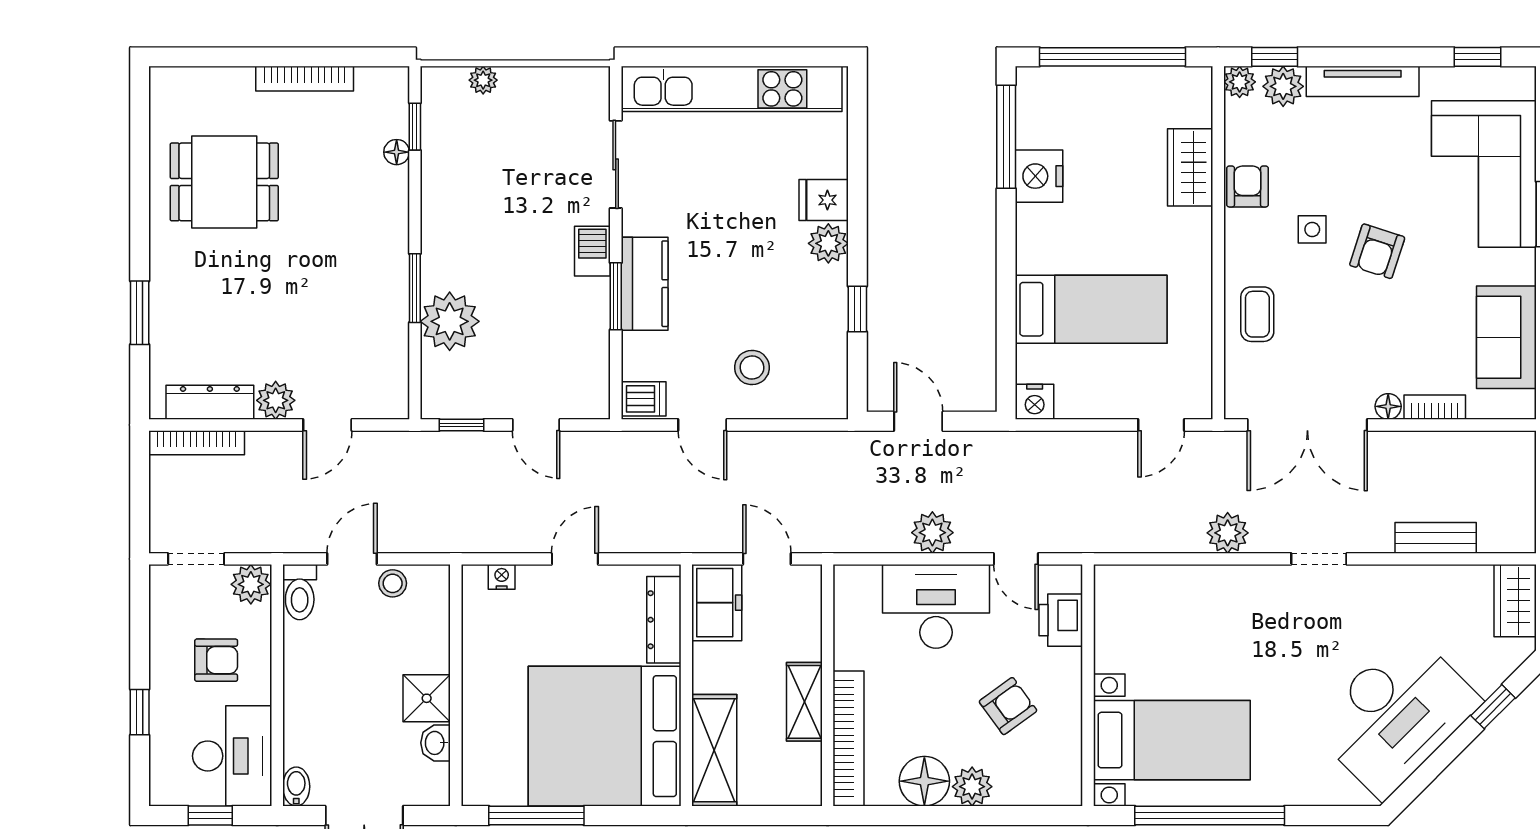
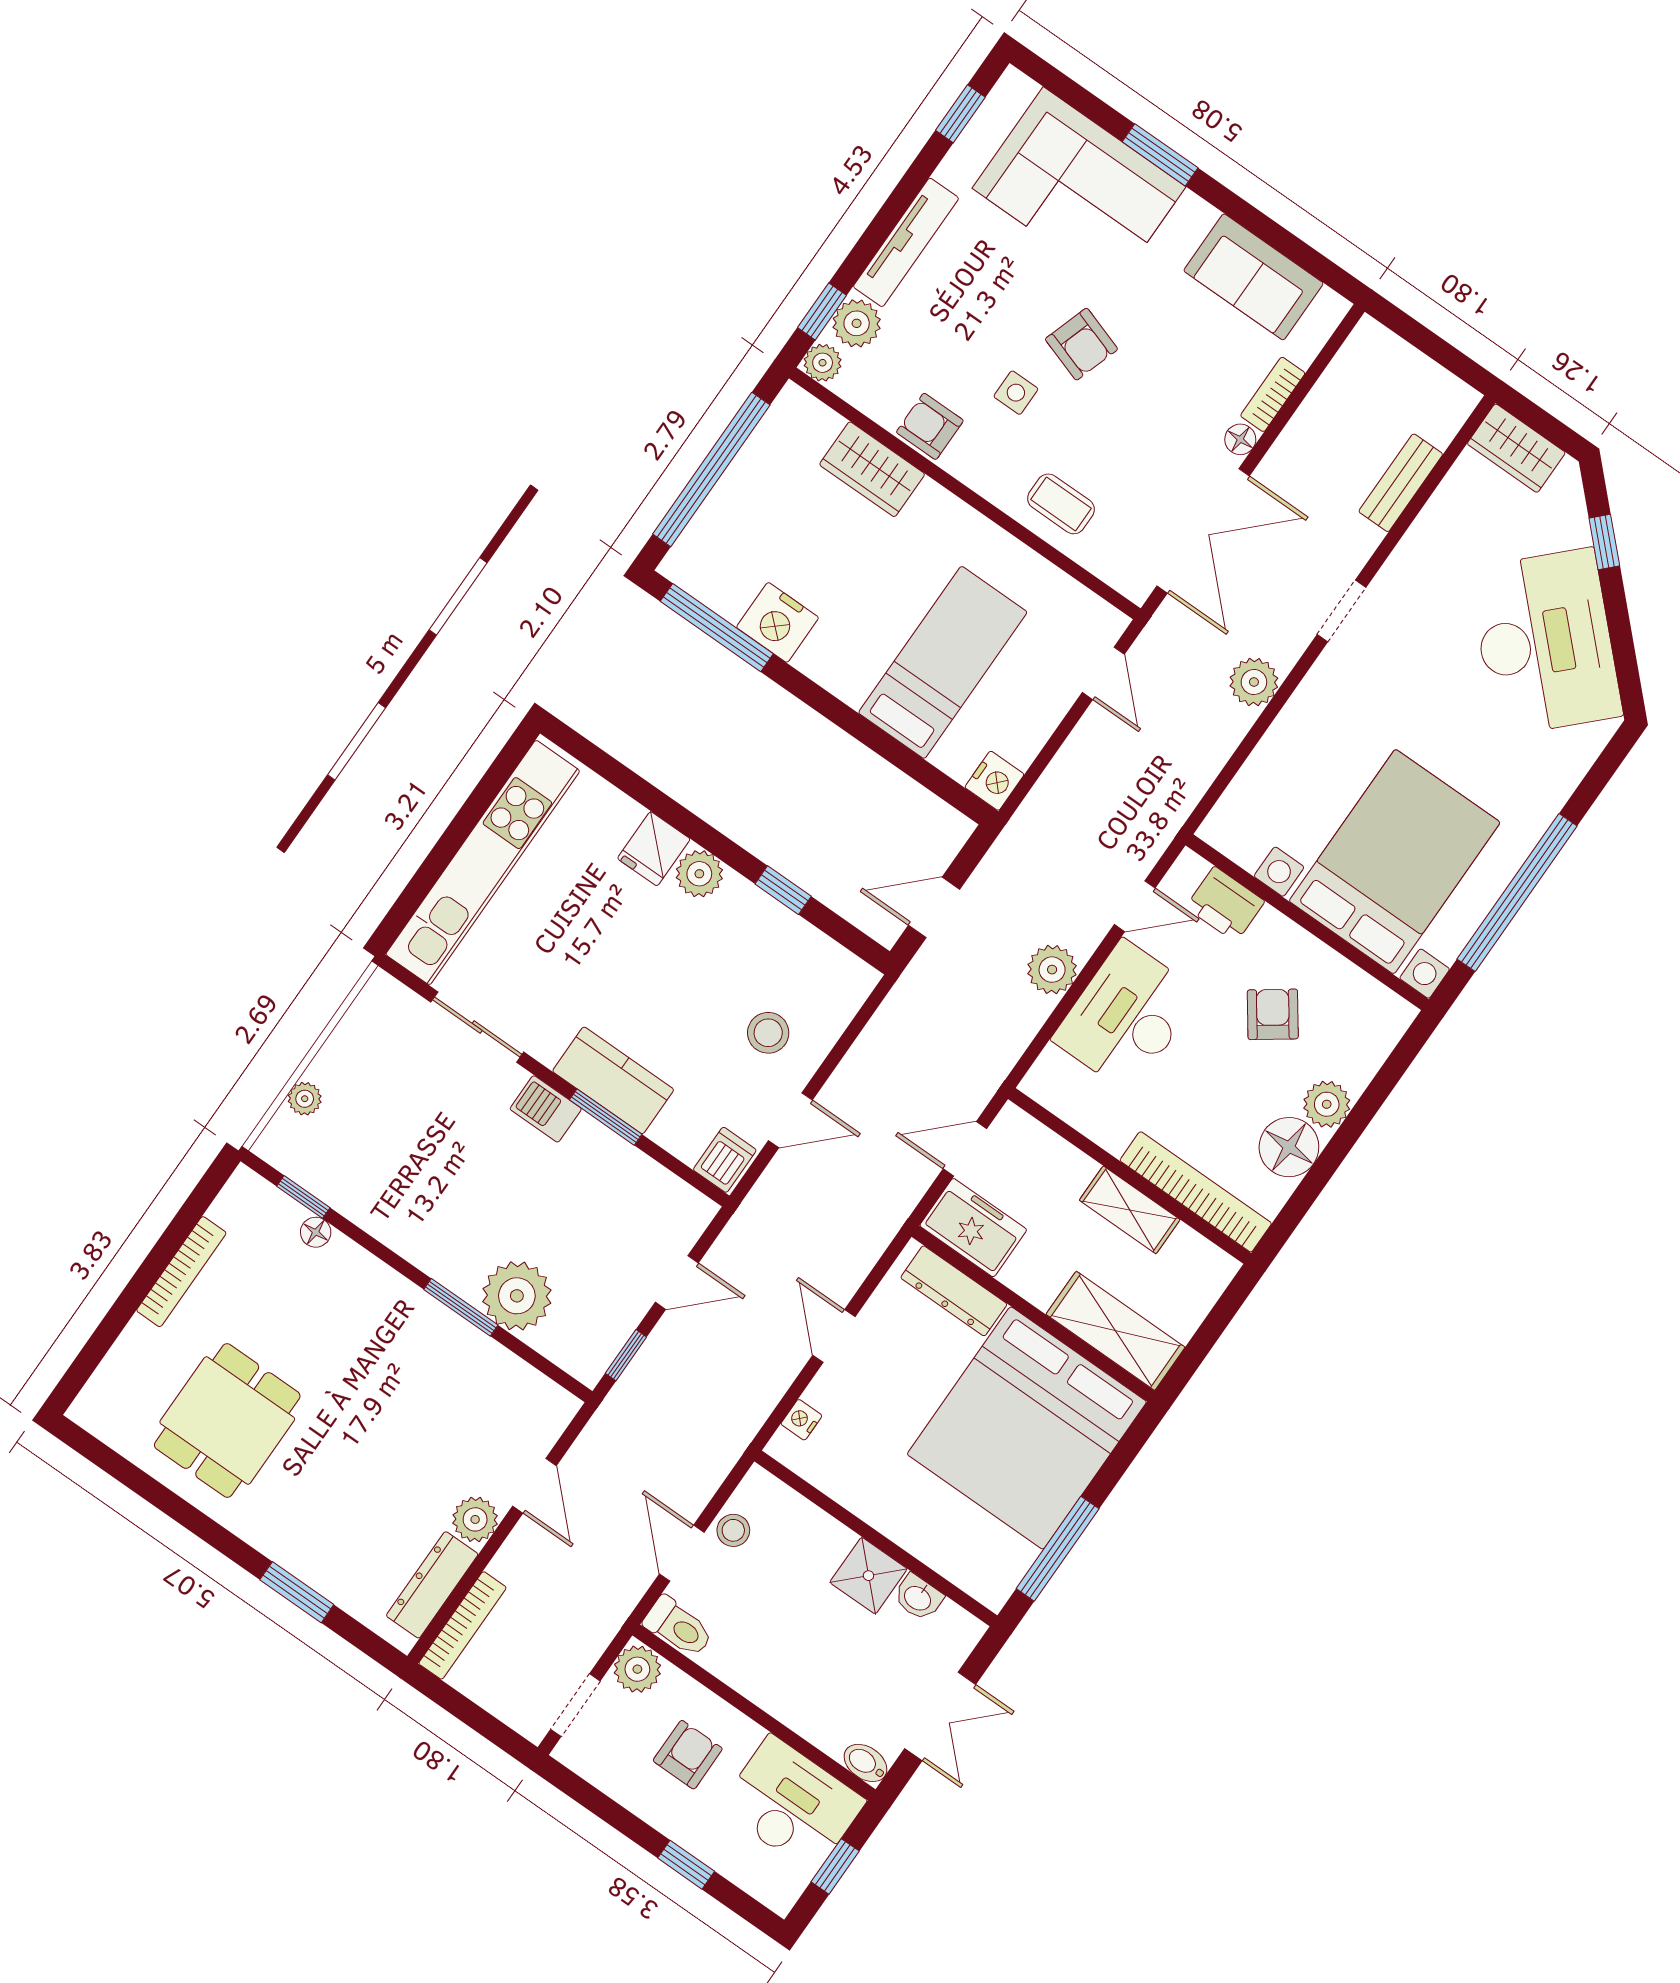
bed with nightstands: (1172, 740) -> (1395, 862), width x1.36

